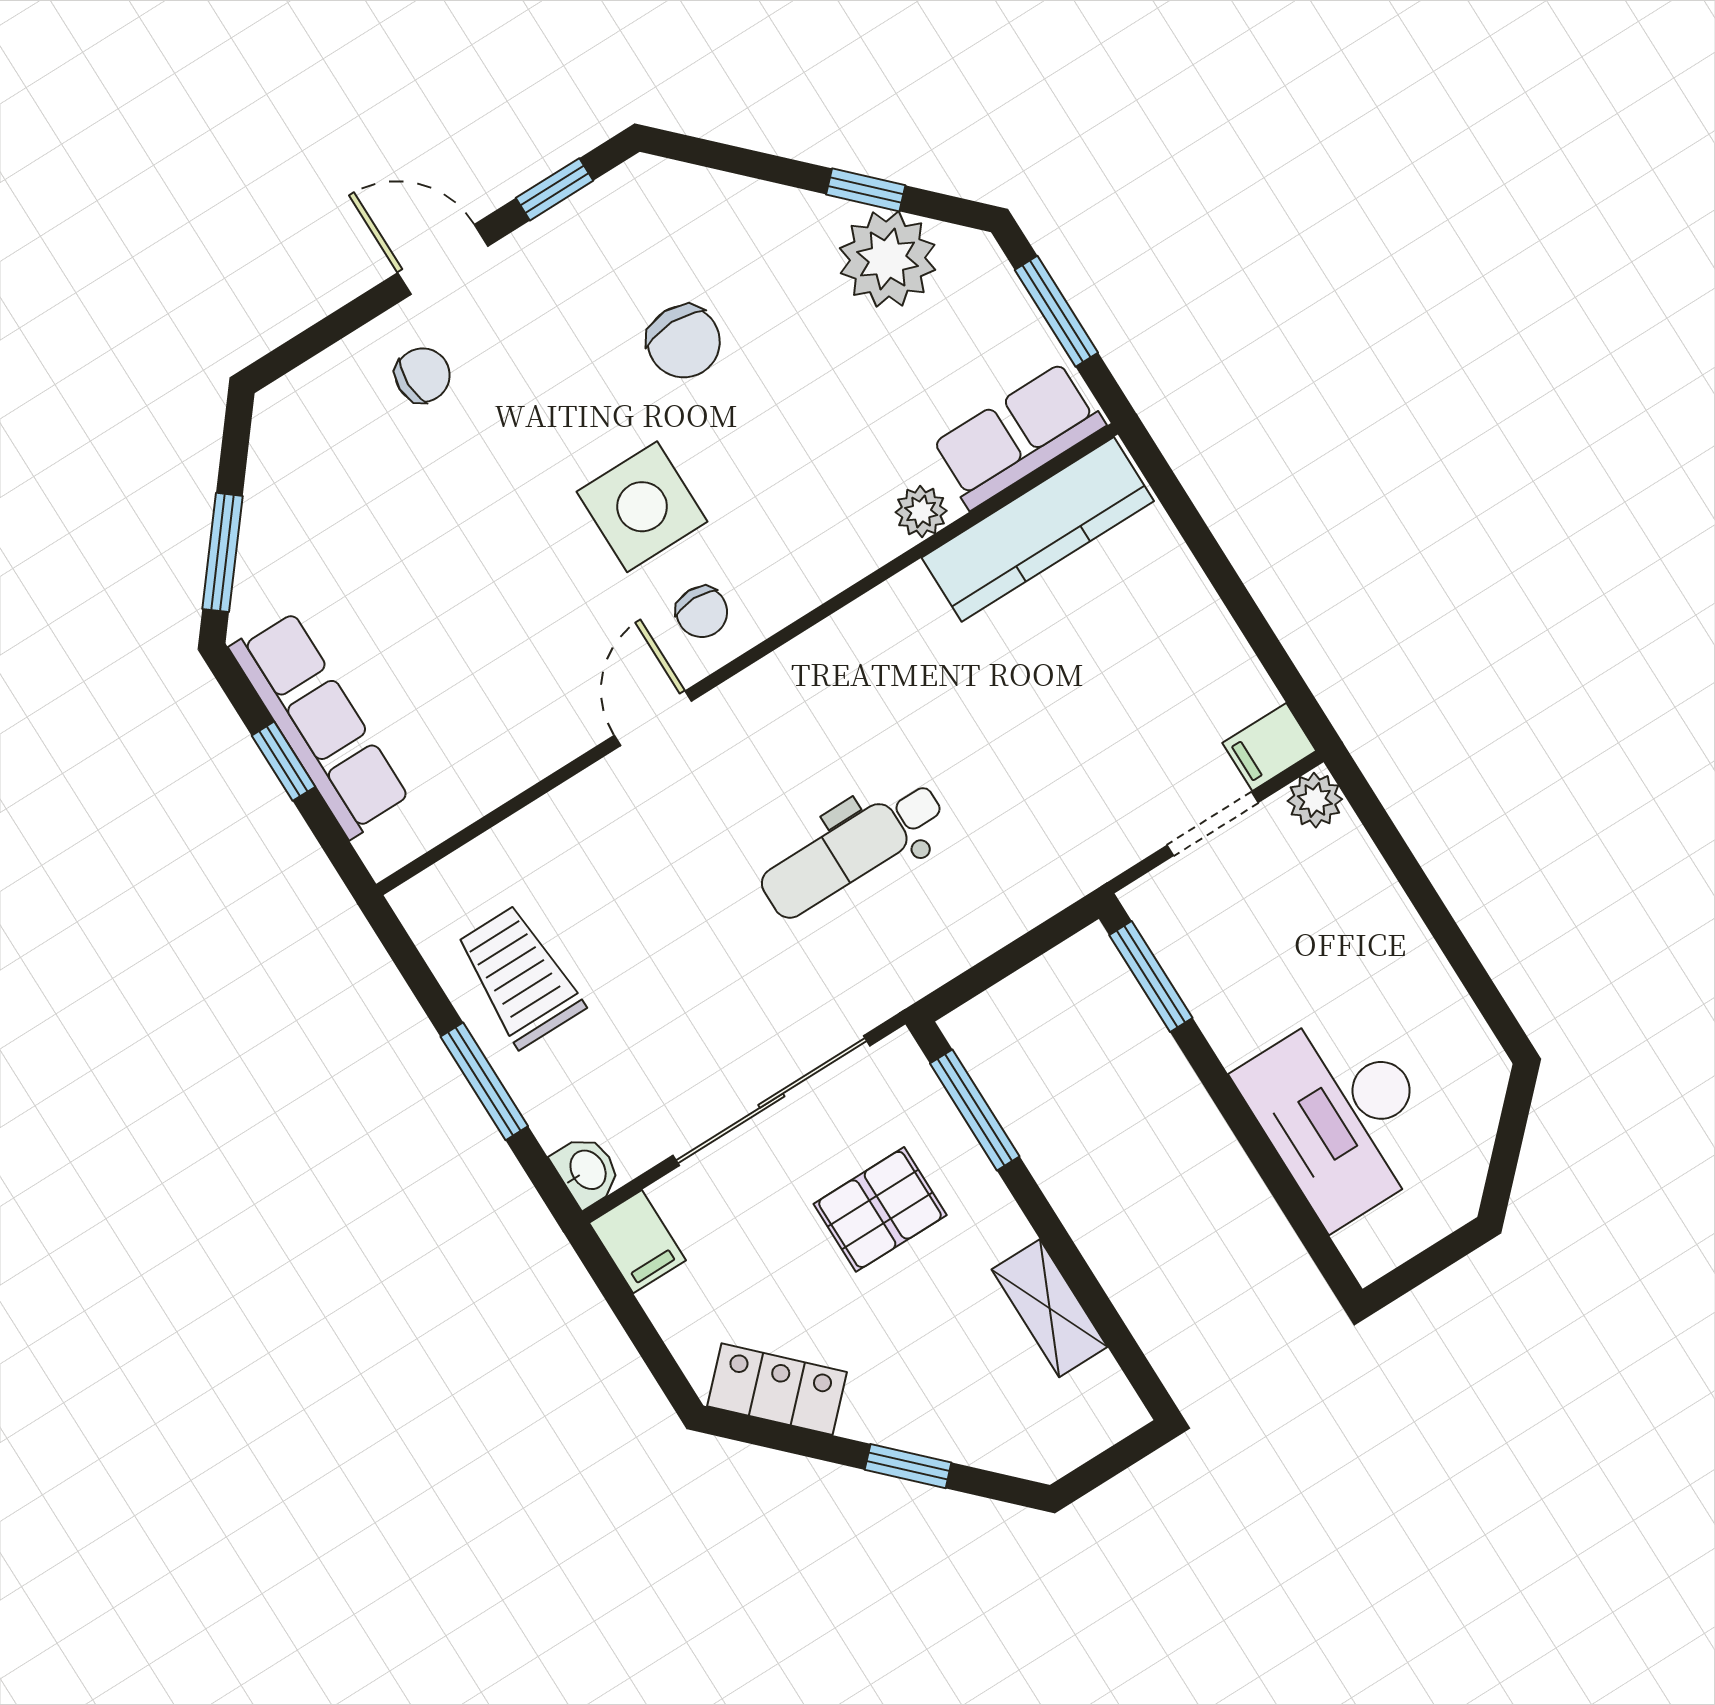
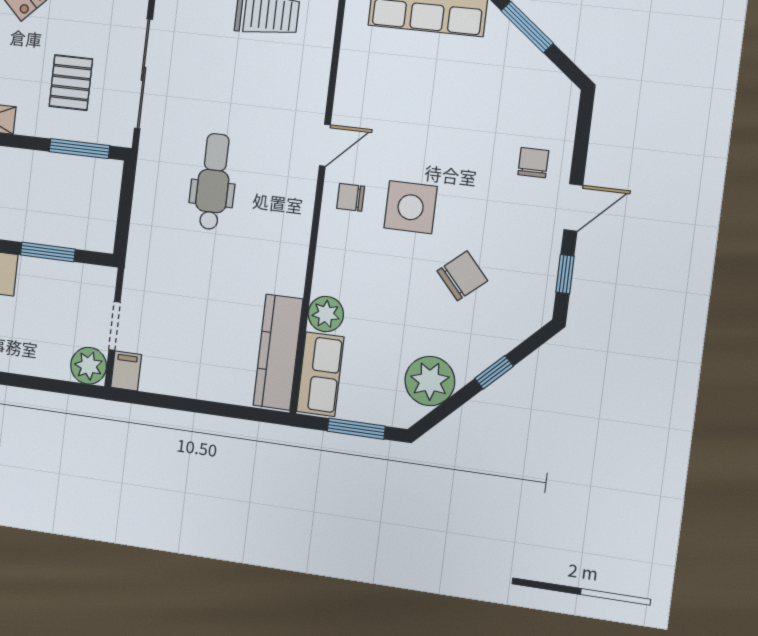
window: (866, 190) -> (494, 372), moved
chair: (684, 342) -> (462, 276), turned 139
chair: (423, 375) -> (533, 163), turned 180
plant: (921, 512) -> (326, 314), width x1.38, depth x1.38
door: (653, 718) -> (325, 145), hinge flipped
plant: (1315, 800) -> (89, 366), width x1.38, depth x1.38
window: (1151, 976) -> (48, 252), moved

